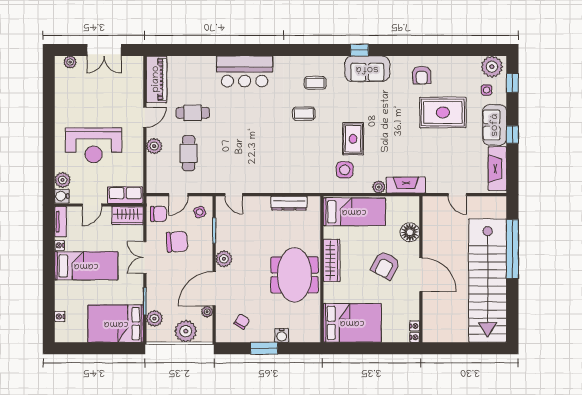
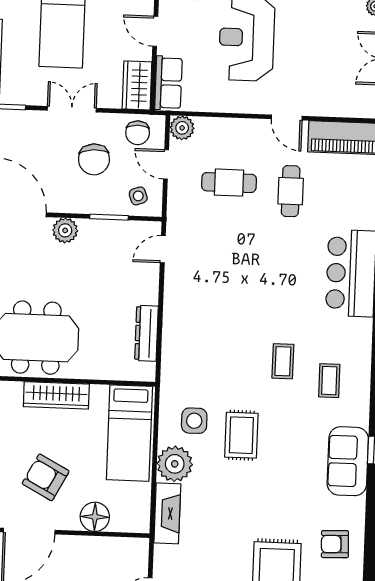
rug: (353, 139) -> (241, 435), turned 90
plant: (154, 146) -> (182, 128), moved
plant: (379, 187) -> (175, 464), width x1.87, depth x1.87

